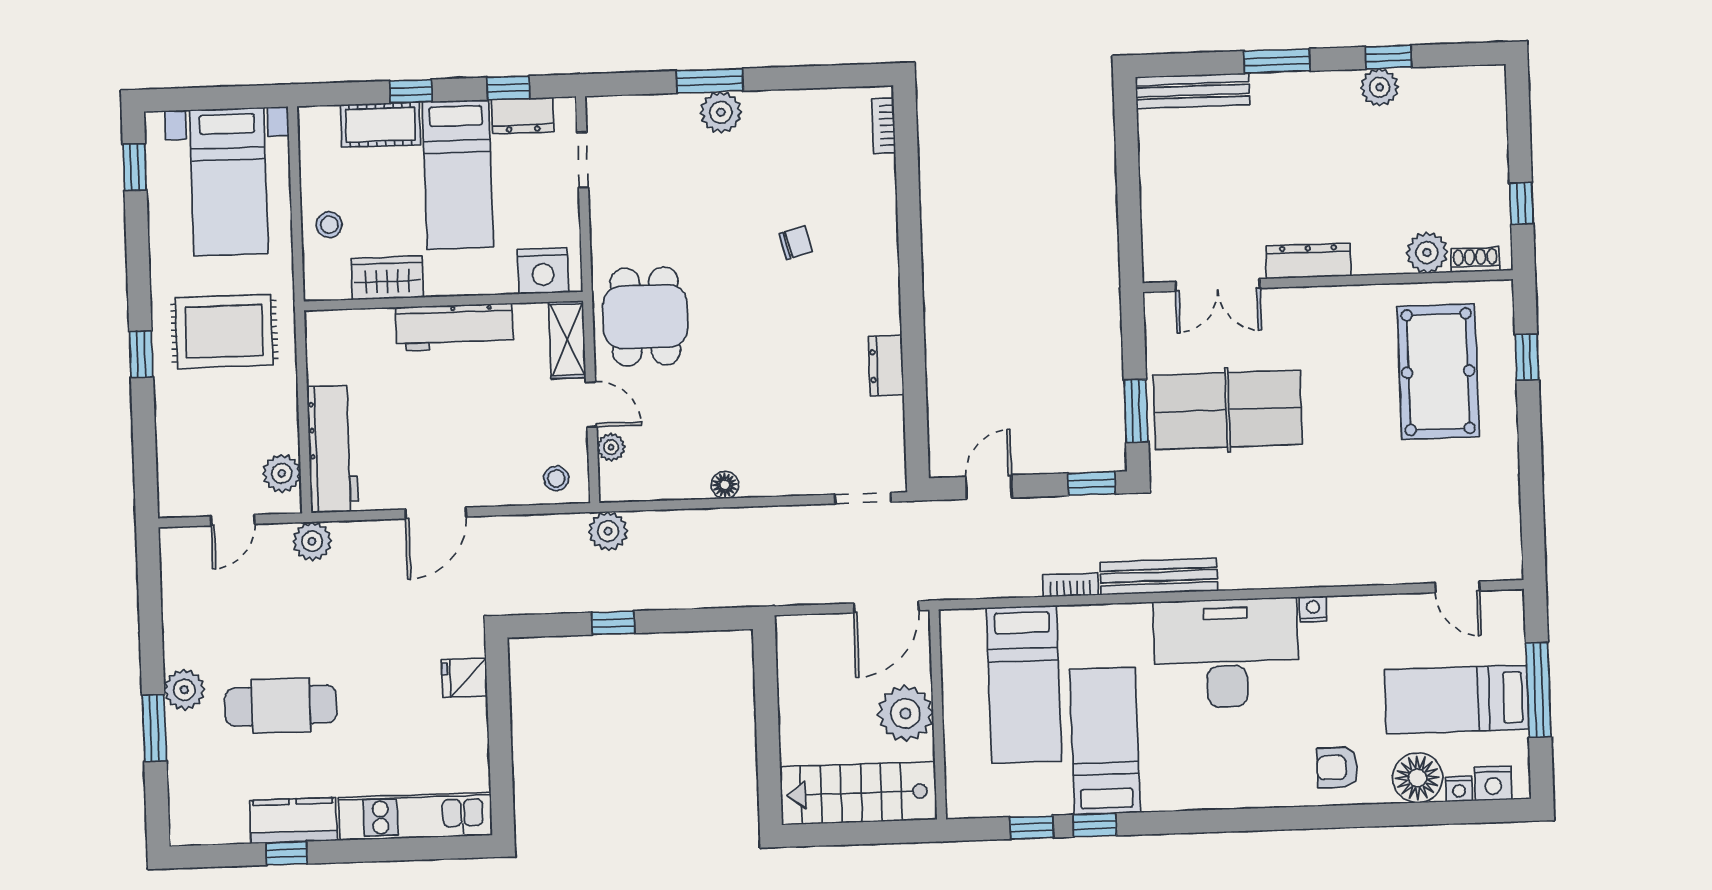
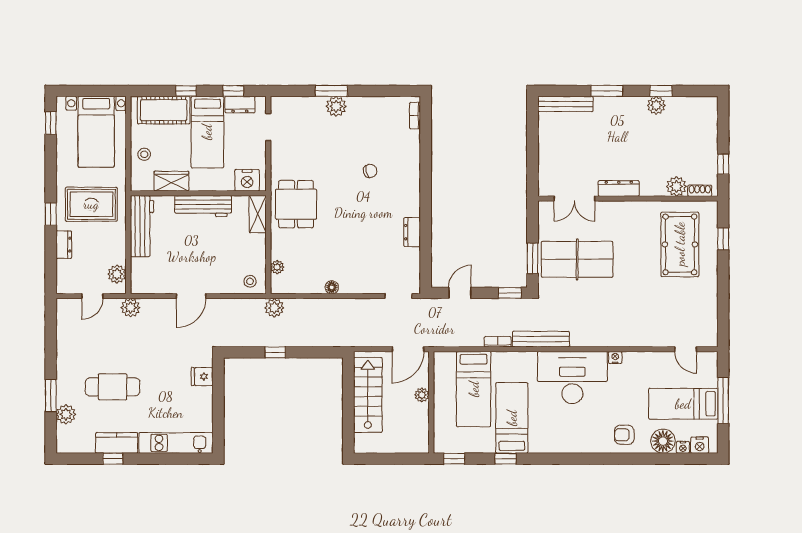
cot: (380, 125) -> (164, 110), width x1.37, depth x1.34
door: (591, 404) -> (268, 246), removed
dresser: (170, 416) -> (64, 245), added
workbench: (333, 449) -> (142, 226), moved
plant: (184, 690) -> (66, 414), moved
plant: (905, 713) -> (422, 395), width x0.53, depth x0.53
stairs: (858, 793) -> (368, 395), moved, turned 90
window: (1032, 827) -> (454, 459), moved

